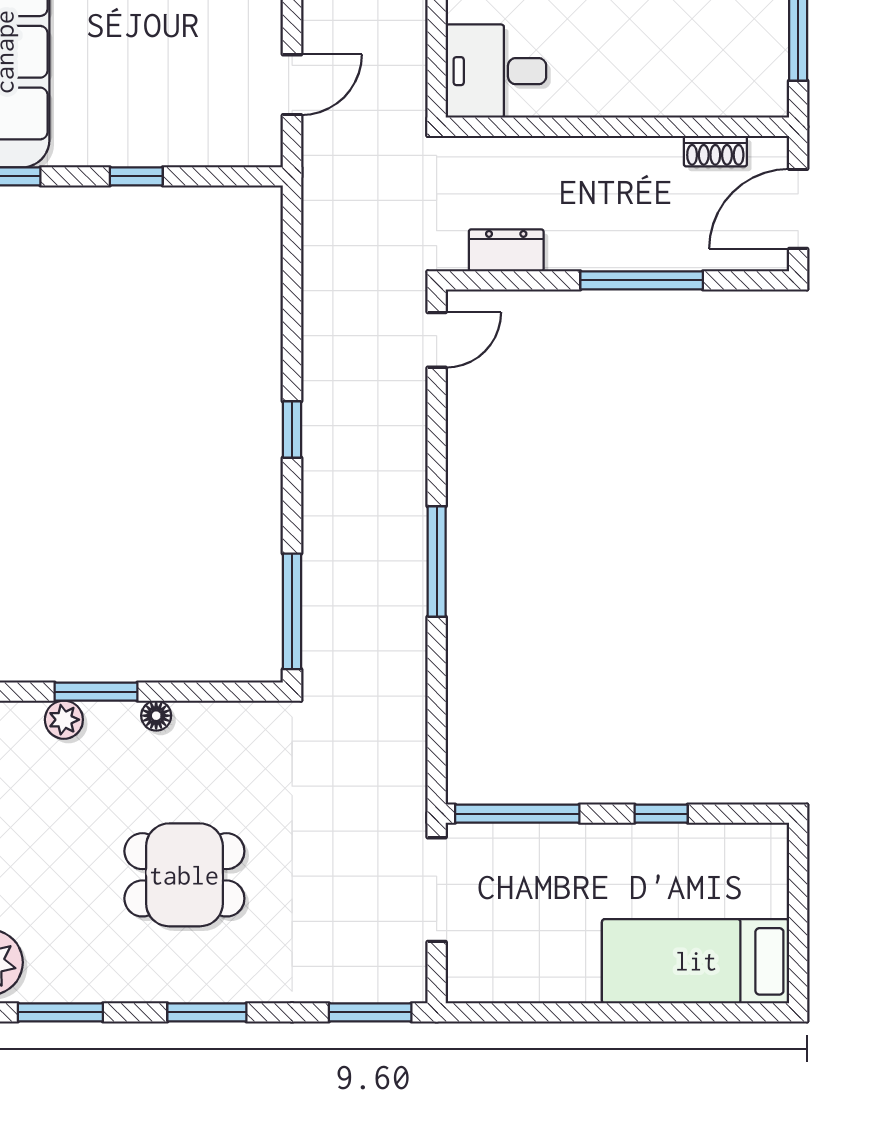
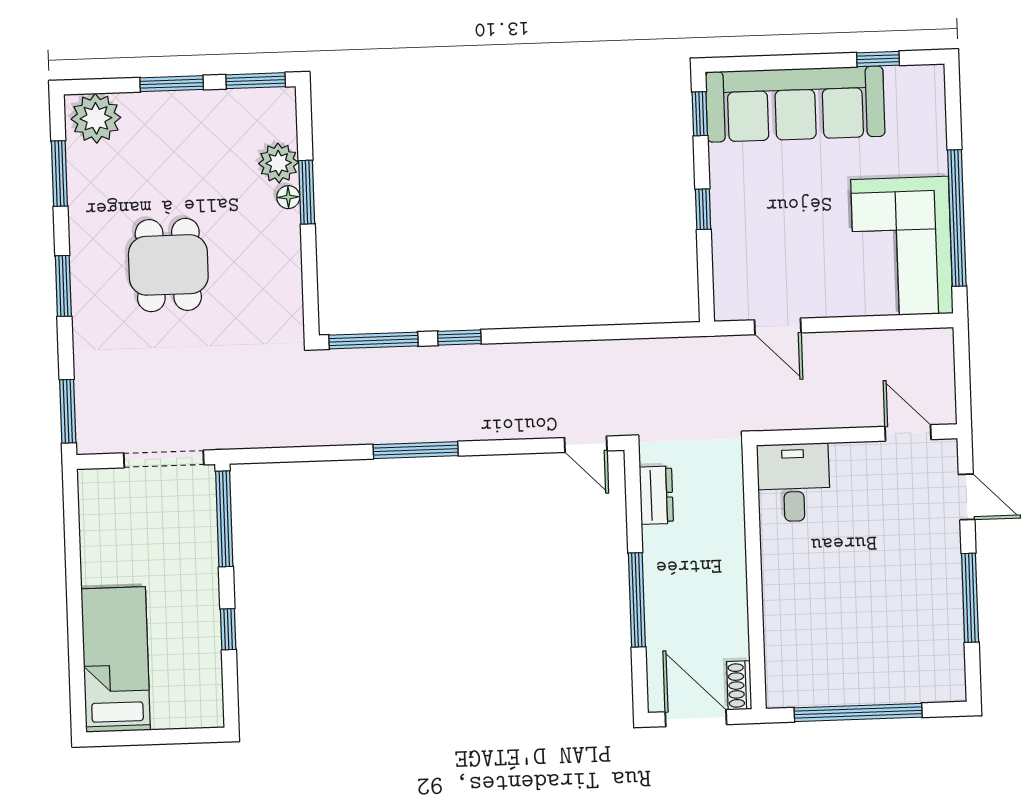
shoe rack: (715, 151) -> (739, 685), moved
window: (292, 430) -> (459, 337), moved
floor lamp: (156, 716) -> (288, 197), moved
plant: (64, 720) -> (279, 163), width x1.38, depth x1.38

